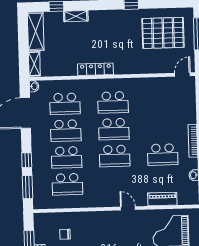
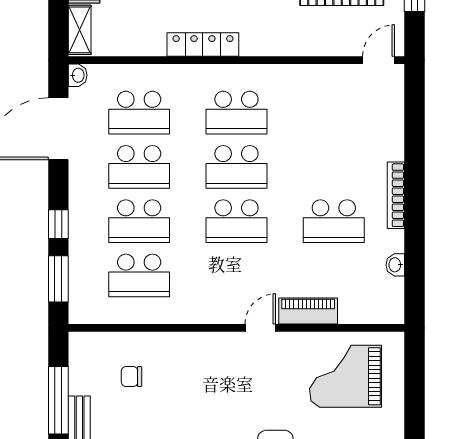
piano: (162, 199) -> (308, 311), moved
door: (128, 208) -> (260, 328), hinge flipped

